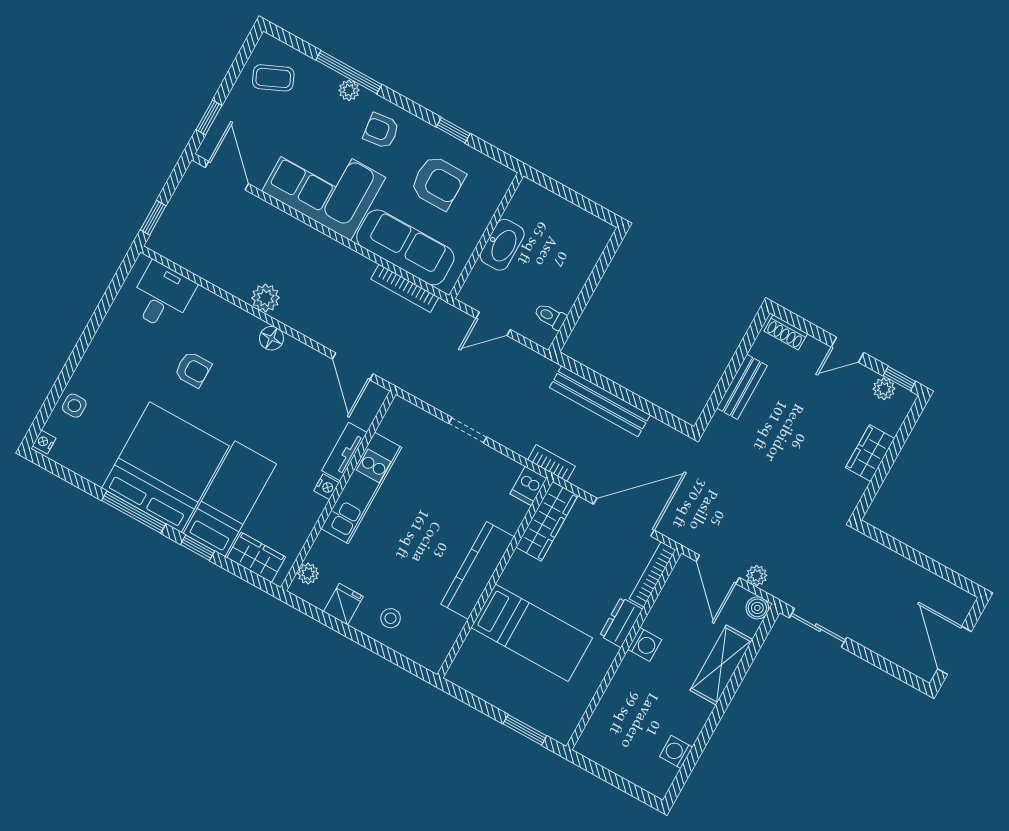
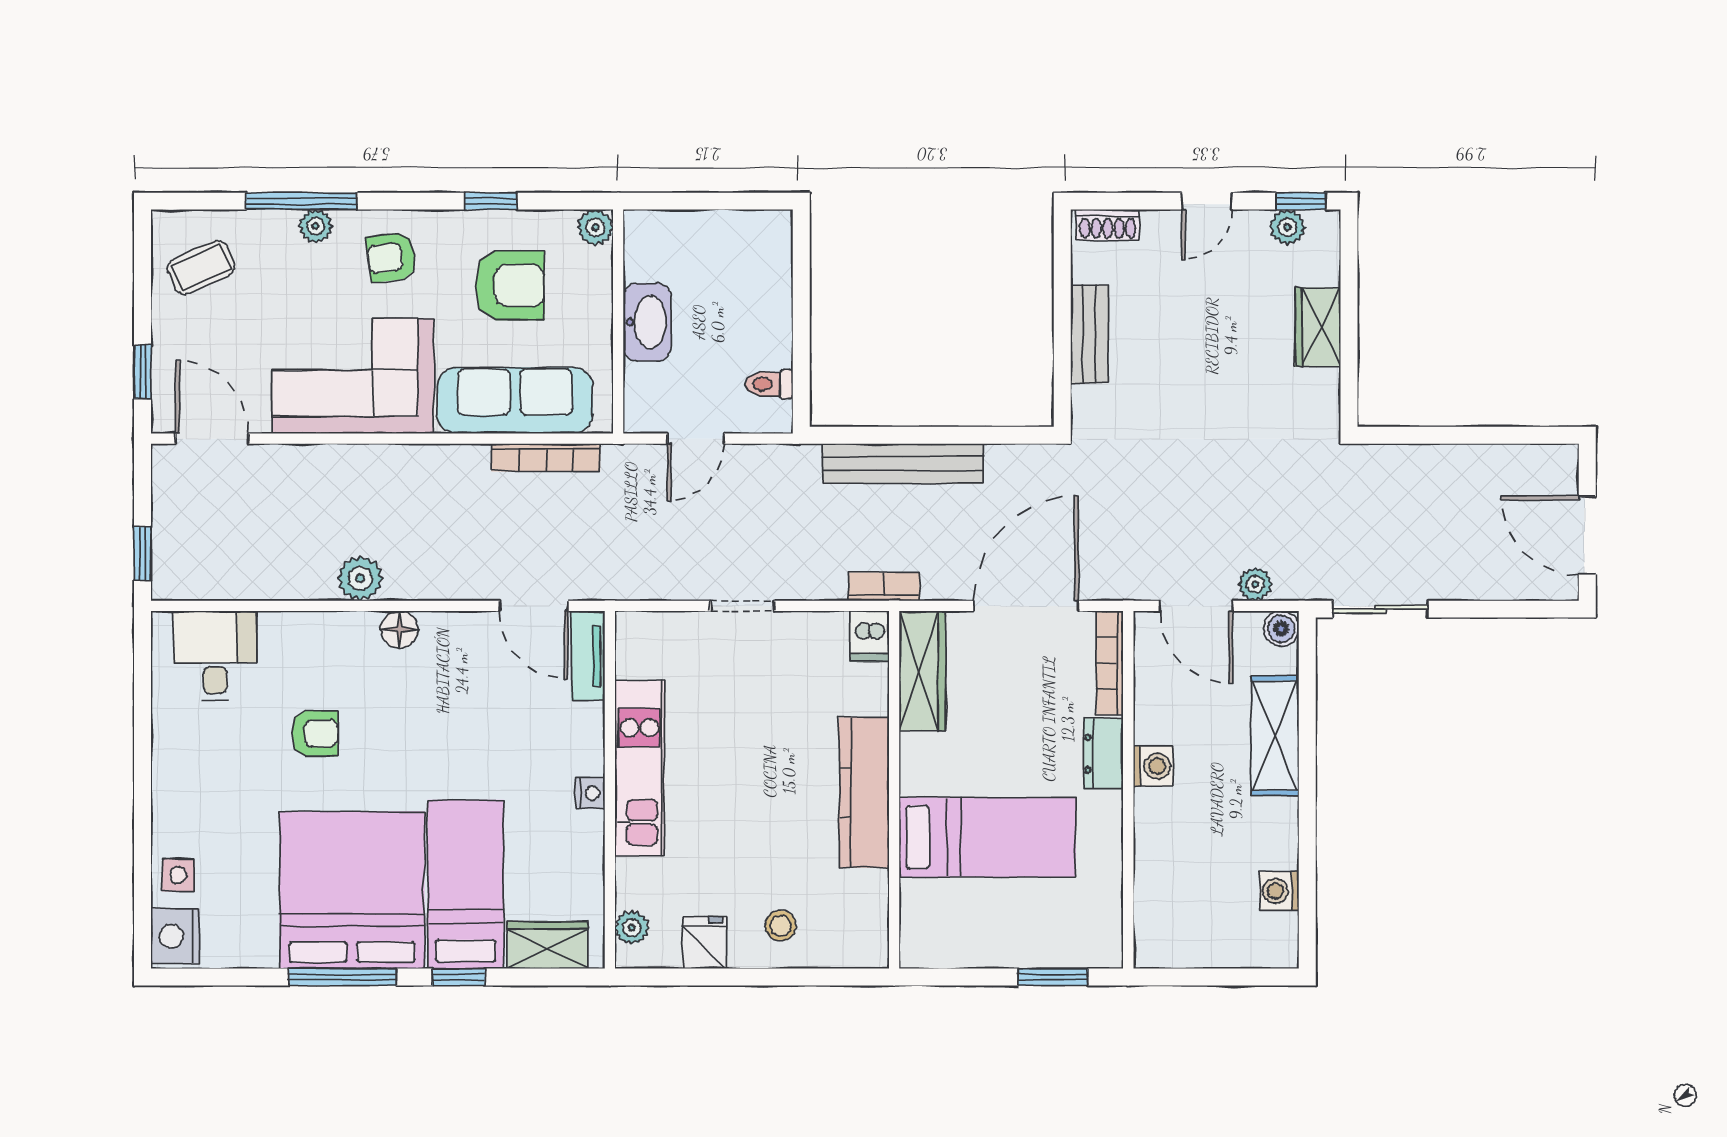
plant: (503, 177) -> (595, 227), added
nightstand: (44, 442) -> (175, 936), width x1.89, depth x1.79
tv unit: (344, 451) -> (588, 656), moved

